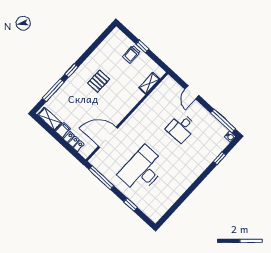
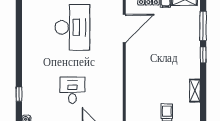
pallet: (98, 81) -> (173, 66), removed
shelving: (149, 83) -> (195, 91), moved

